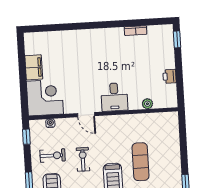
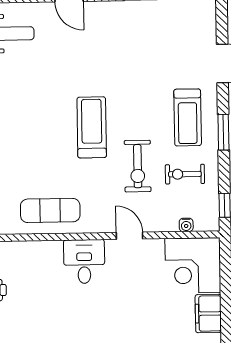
plant: (147, 104) -> (33, 249), removed
exercise bike: (83, 159) -> (138, 166), width x1.38, depth x1.39
exercise mat: (141, 162) -> (50, 210), moved, turned 90

